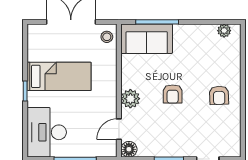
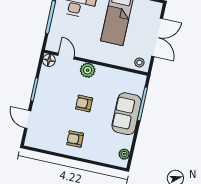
sofa: (147, 39) -> (127, 114), moved

